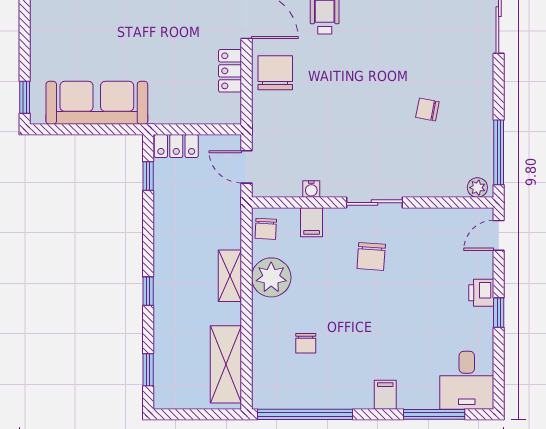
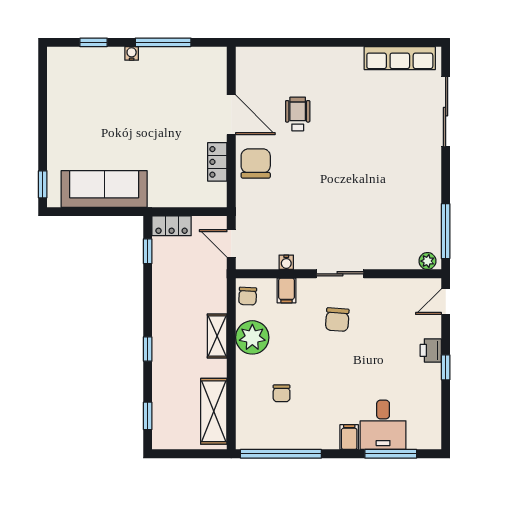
chair: (427, 110) -> (385, 195), removed
desk: (467, 380) -> (383, 425), moved

